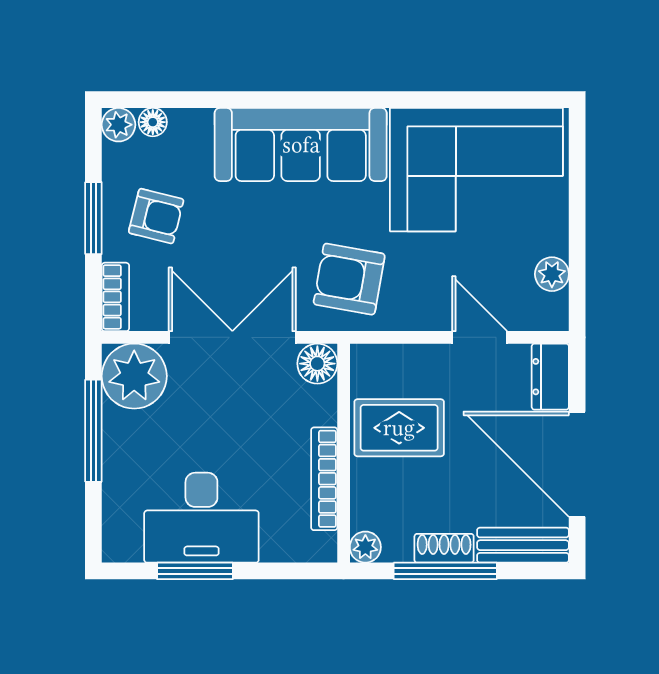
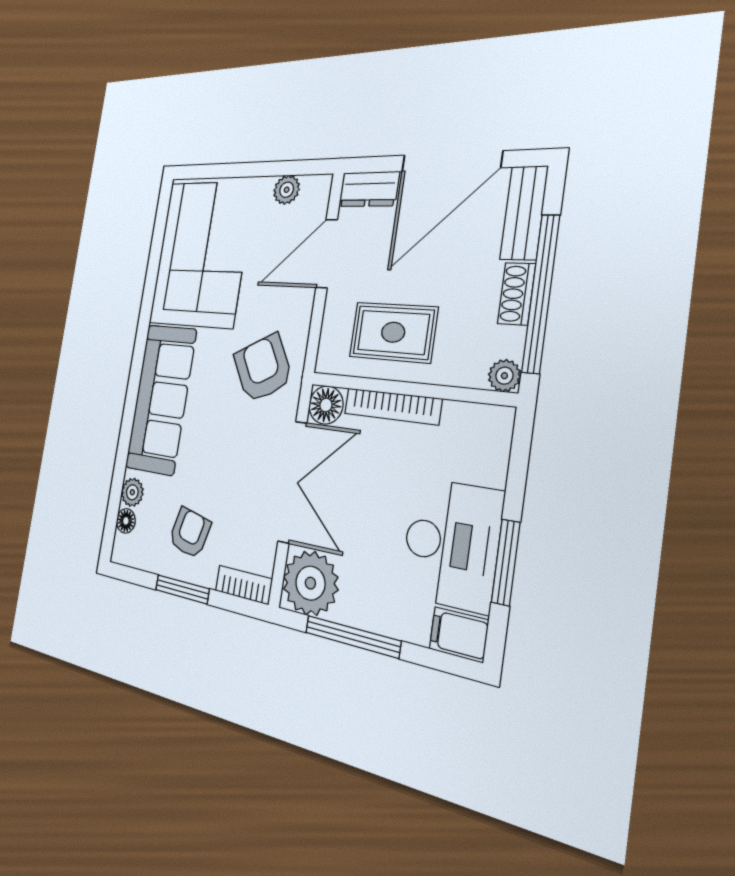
plant: (119, 125) -> (132, 492), moved
armchair: (349, 279) -> (263, 368), turned 141
double door: (232, 337) -> (292, 482), swing flipped
door: (480, 337) -> (327, 254), width x1.38
rug: (399, 428) -> (393, 332), turned 90
bookcase: (324, 479) -> (392, 406), moved
filing cabinet: (121, 537) -> (459, 635), added
window: (445, 571) -> (541, 294), width x1.46

